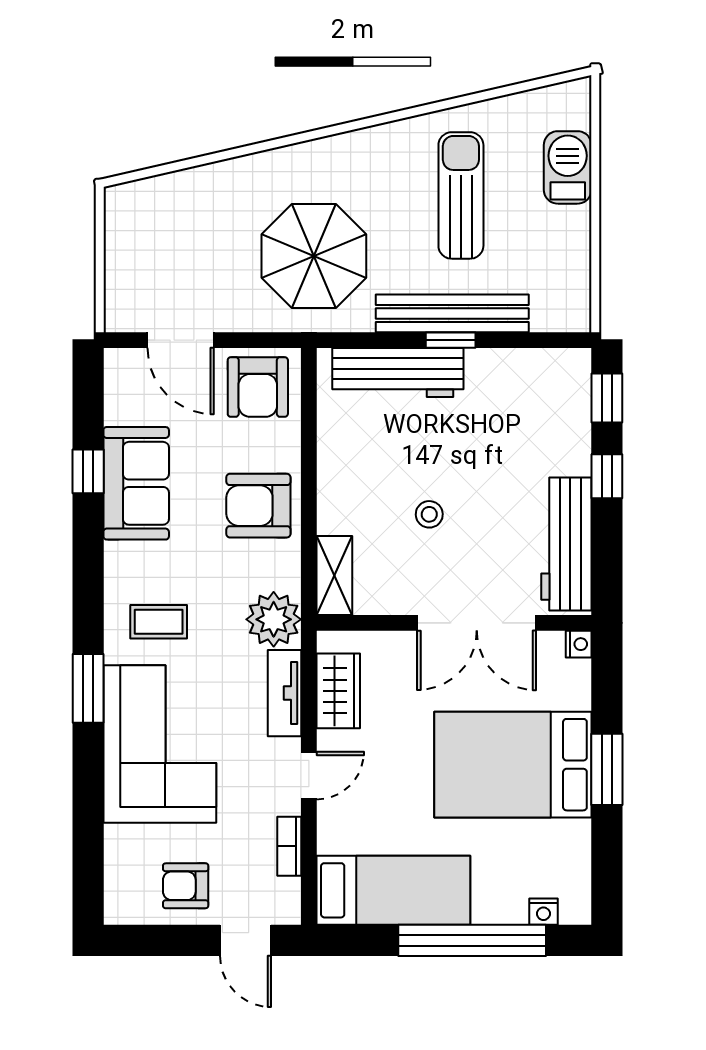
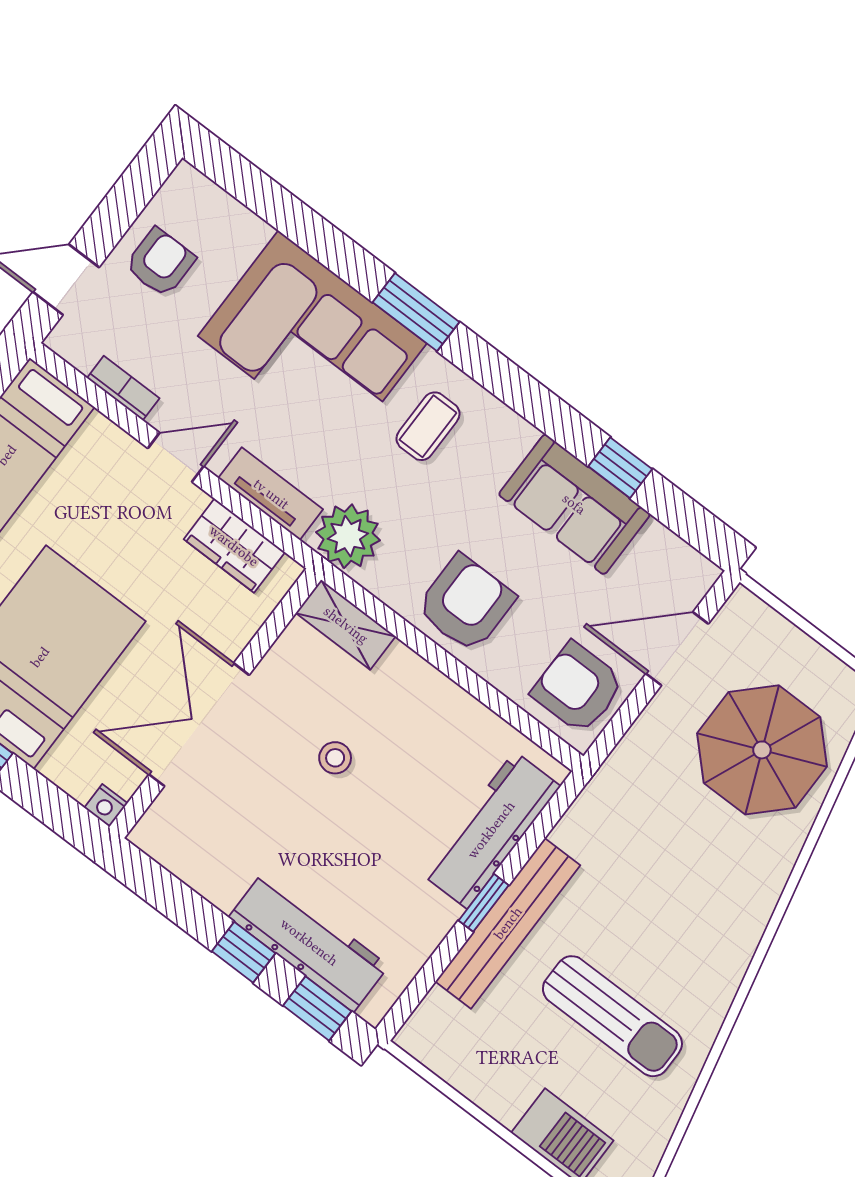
parasol: (314, 256) -> (762, 750), moved
workbench: (566, 544) -> (309, 942), moved
door: (309, 776) -> (176, 457), swing flipped

